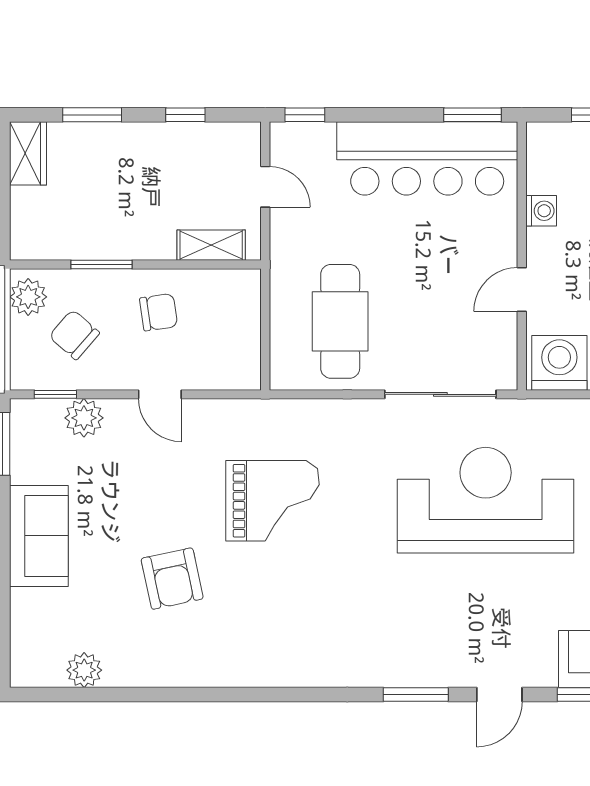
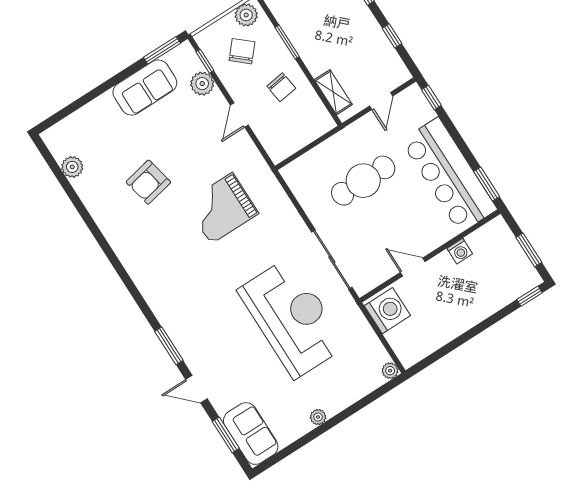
cafe table: (340, 321) -> (363, 181), moved
grand piano: (273, 501) -> (222, 208), turned 90
sofa: (39, 536) -> (145, 88), moved

